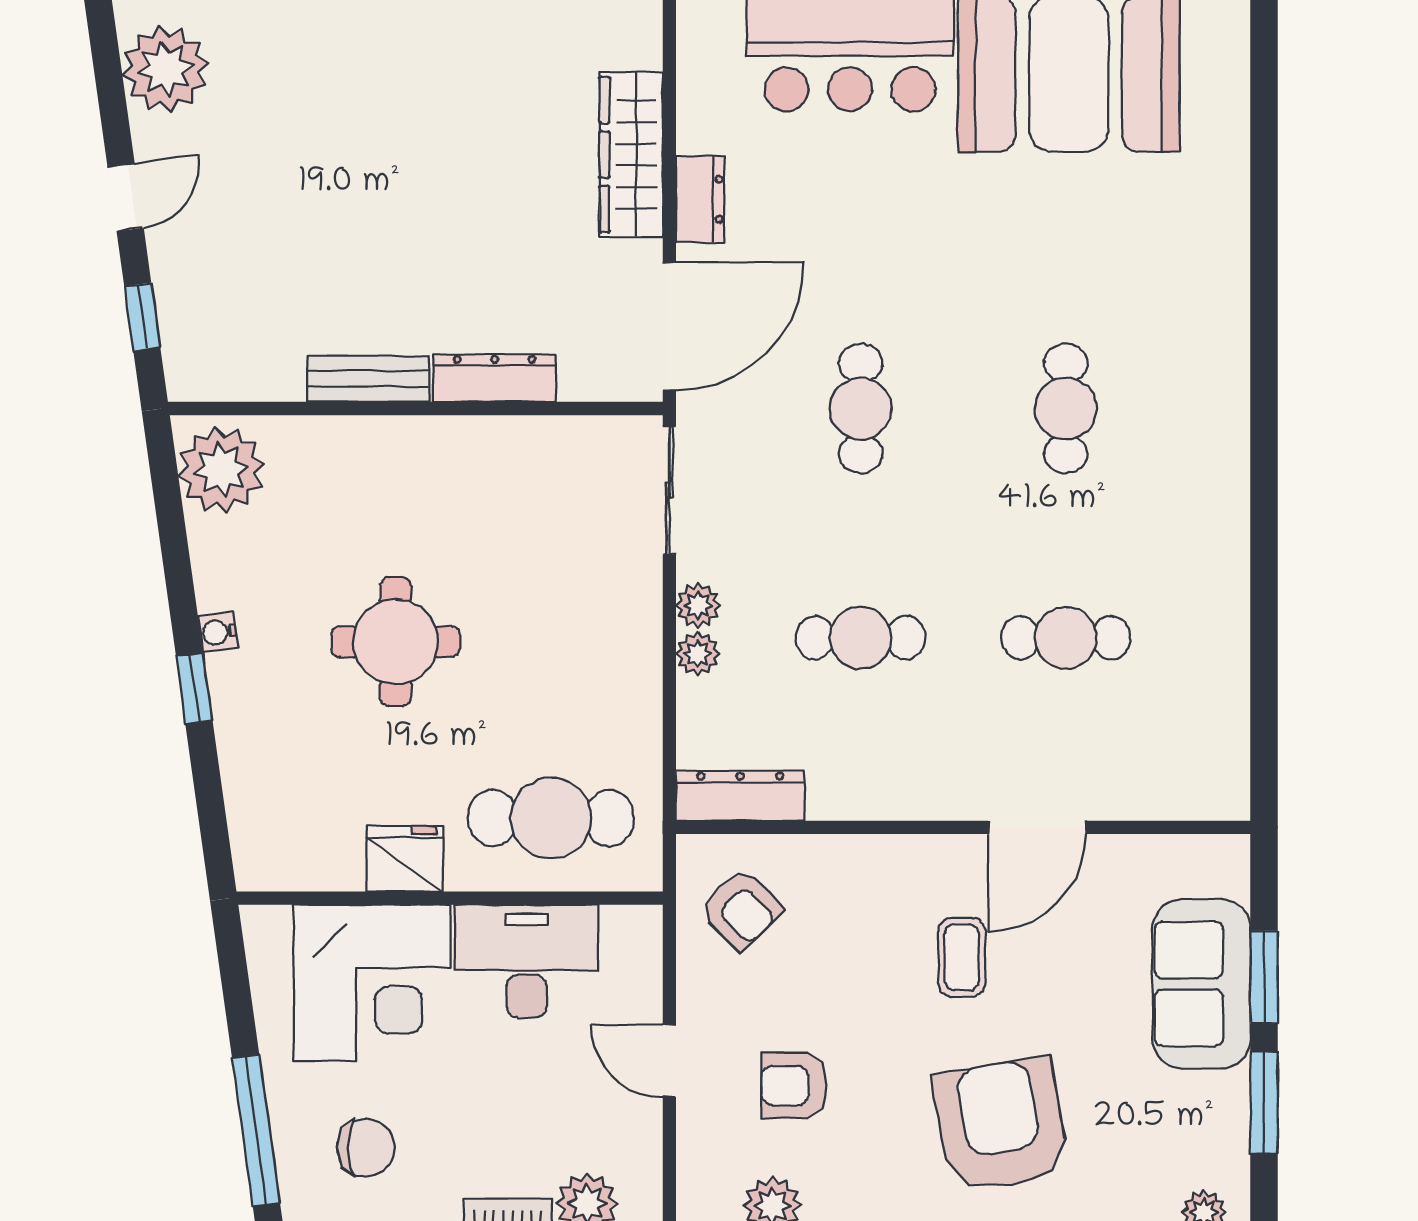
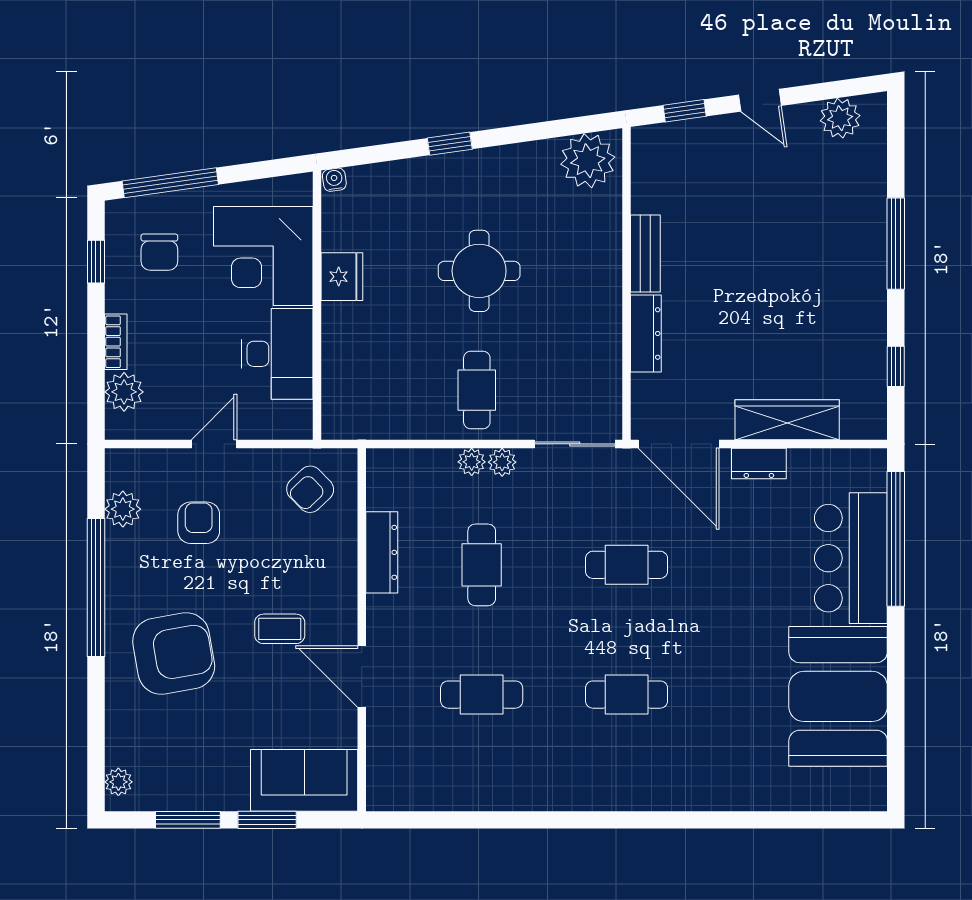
plant: (165, 69) -> (840, 118), width x0.73, depth x0.73
water cooler: (218, 632) -> (334, 180), moved
cafe table: (1066, 638) -> (482, 695), turned 90
dresser: (740, 796) -> (382, 552), moved
cafe table: (551, 818) -> (477, 390), moved, width x0.73, depth x0.74
sofa: (1201, 984) -> (304, 780), moved

